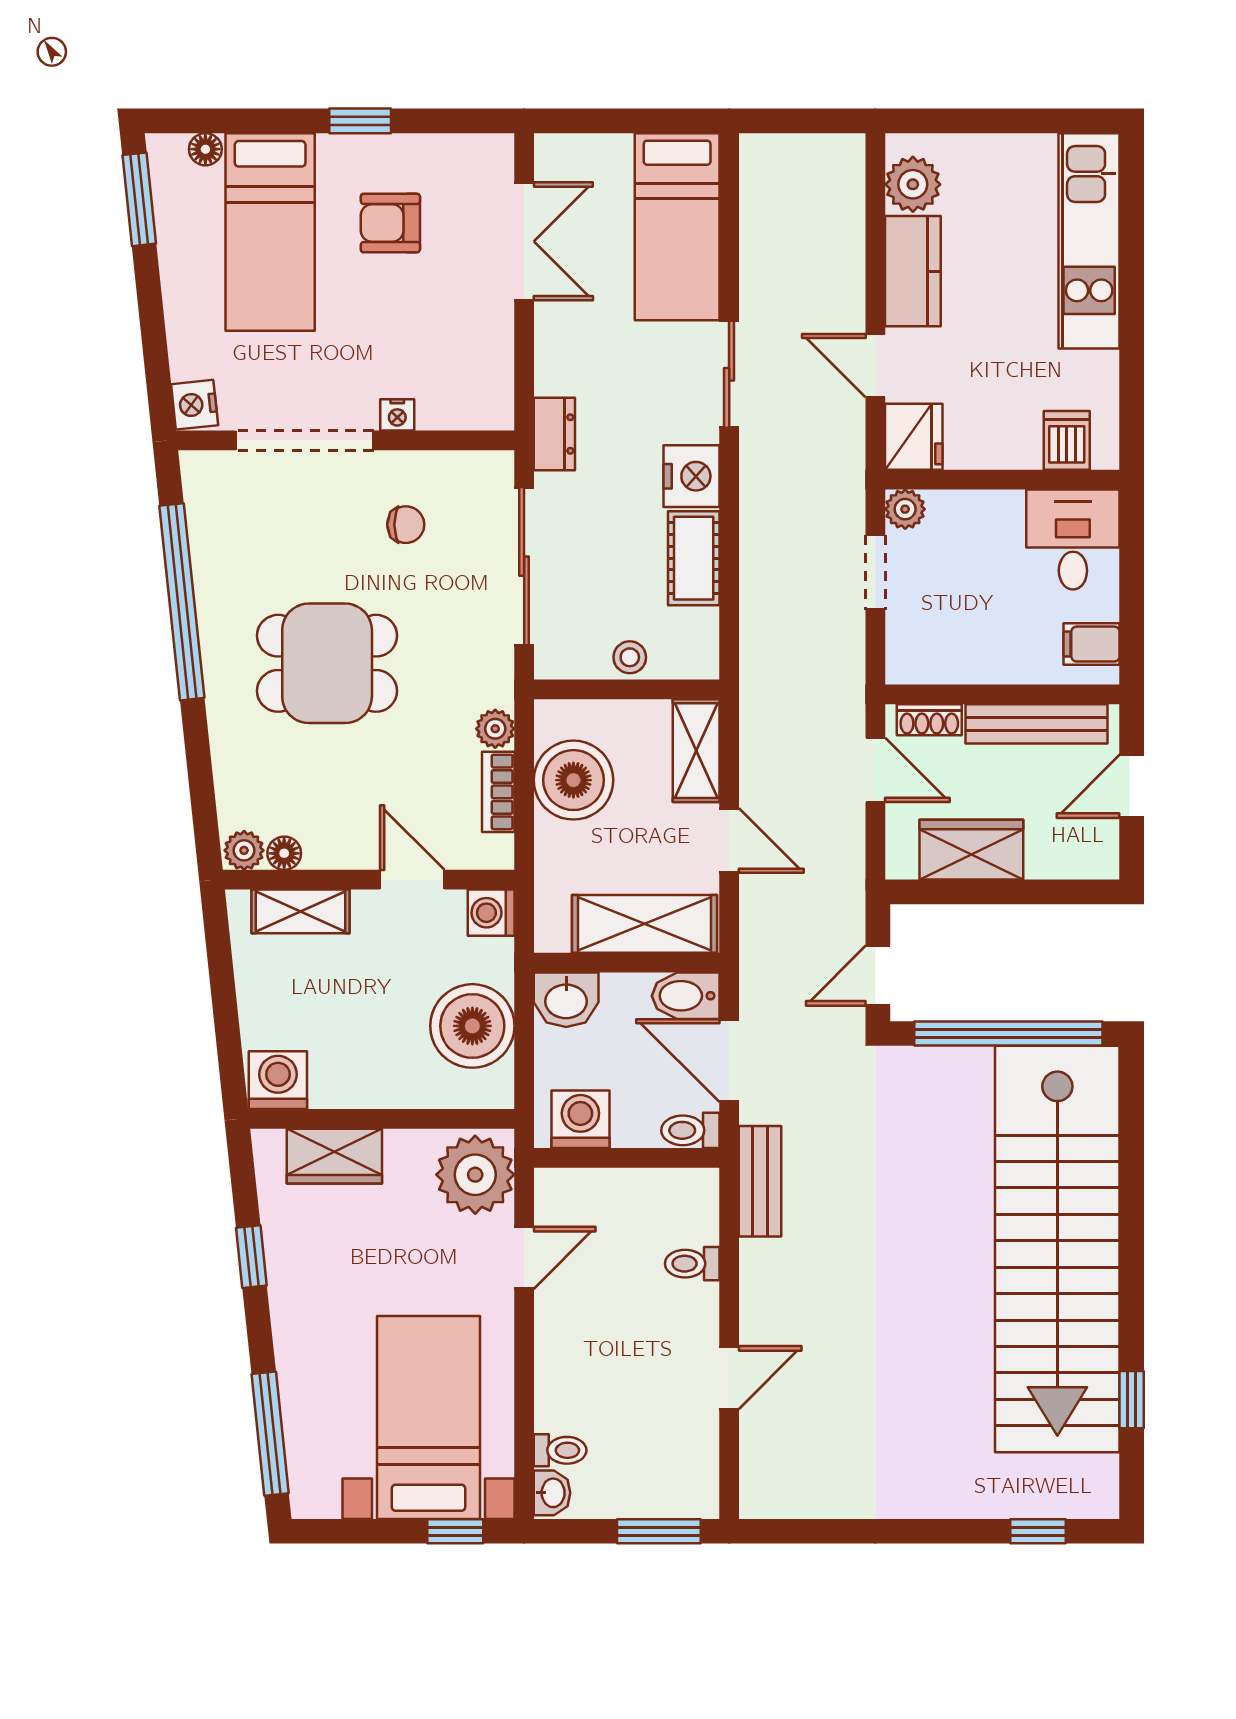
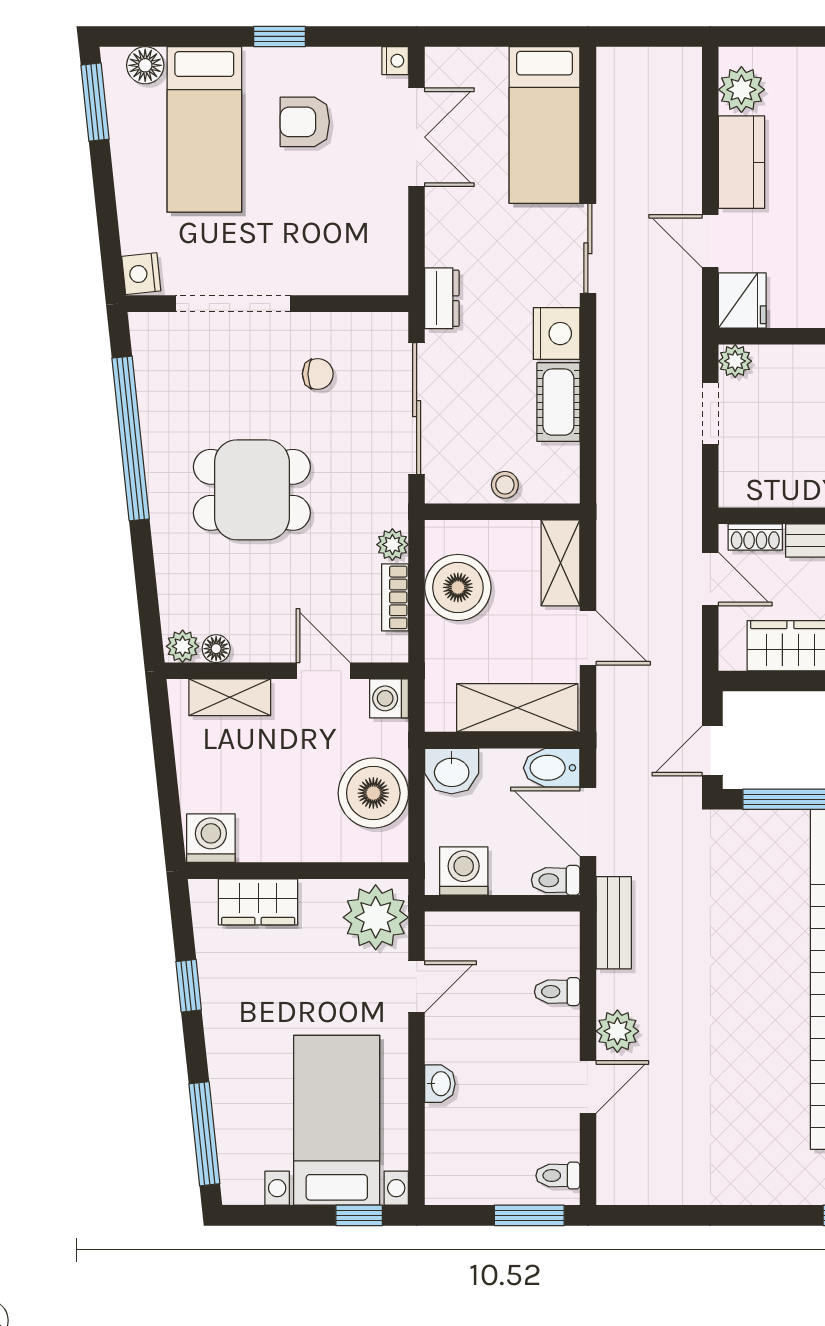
floor lamp: (205, 149) -> (145, 65), width x1.37, depth x1.37
nightstand: (397, 415) -> (395, 61), moved, turned -90
plant: (764, 1311) -> (617, 1031), added
toilet: (560, 1450) -> (558, 1176), moved, turned 180
washbasin: (552, 1493) -> (440, 1084), moved

